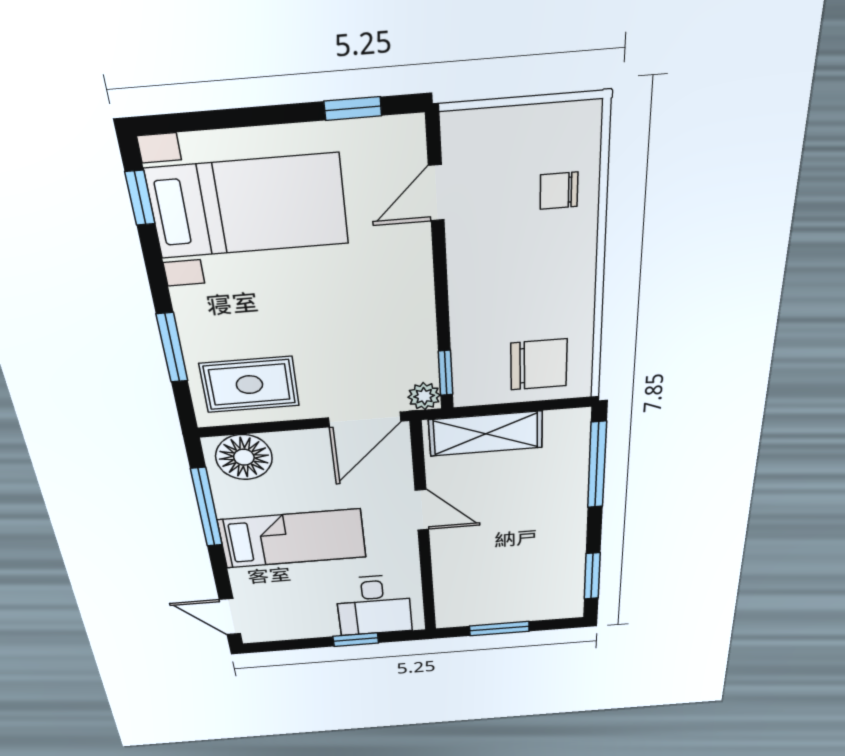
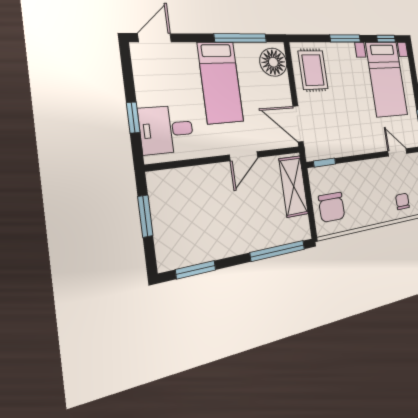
window: (172, 348) -> (345, 38), moved
plant: (424, 396) -> (312, 153), removed

